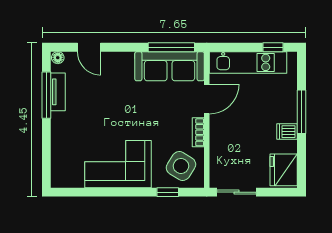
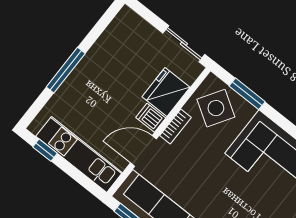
dishwasher: (287, 132) -> (151, 118), moved, turned 180
fridge: (284, 170) -> (166, 92), moved, turned 180
window: (168, 192) -> (247, 94), width x1.50

